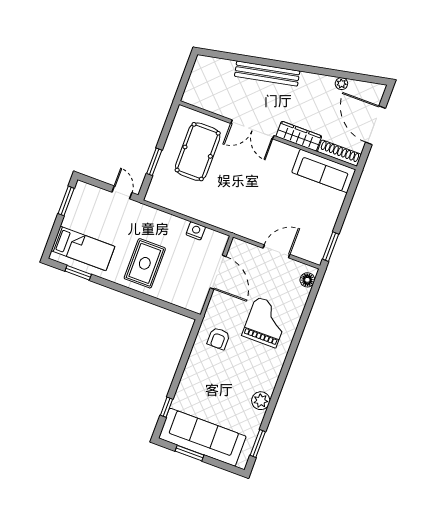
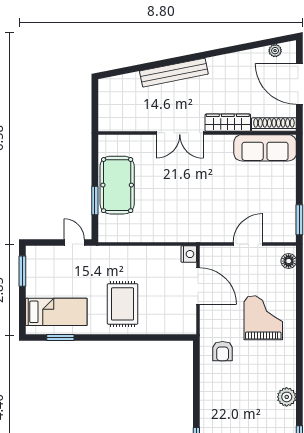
plant: (341, 84) -> (275, 51), moved
pool table: (198, 152) -> (117, 185), moved
nightstand: (196, 231) -> (189, 254), moved, turned 90

